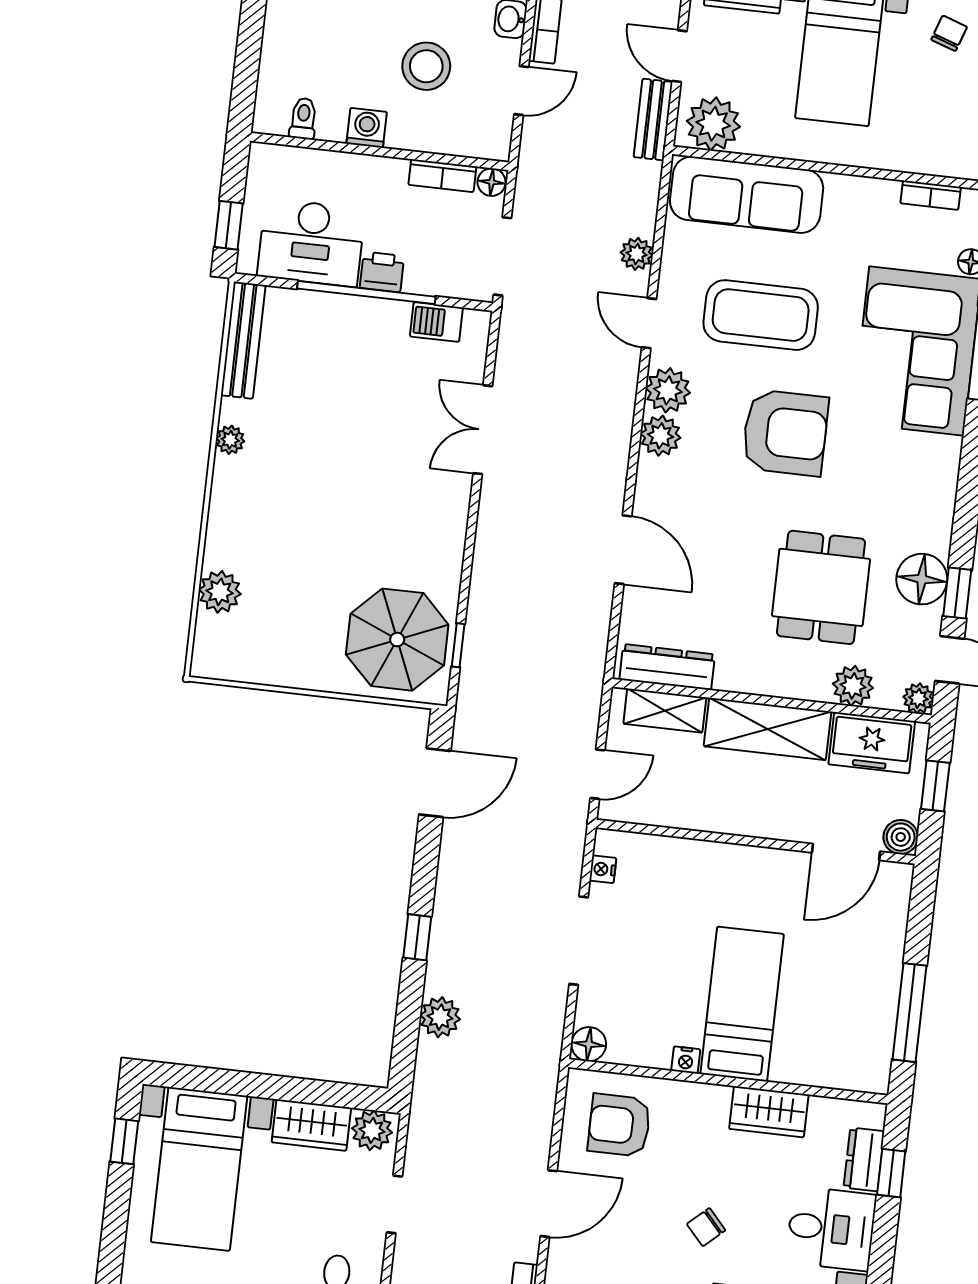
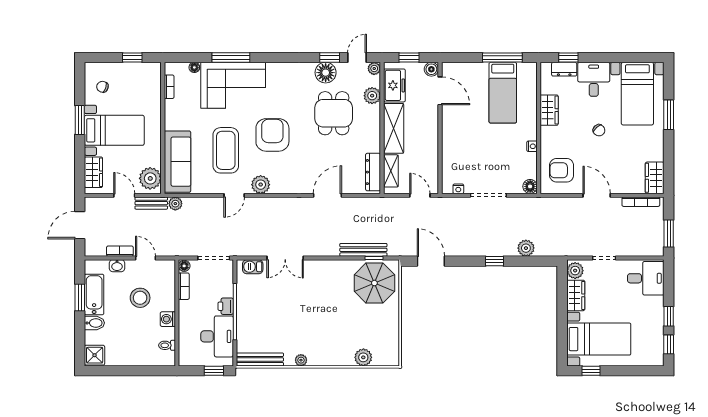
door: (679, 56) -> (124, 195), swing flipped
plant: (637, 254) -> (175, 204), moved
barbecue: (436, 322) -> (253, 267), moved, turned 90
plant: (660, 436) -> (279, 185), removed
dining table: (821, 587) -> (334, 113), turned 90
bench: (481, 622) -> (363, 250), added
bed: (742, 1004) -> (503, 93), moved, turned -90
armchair: (619, 1125) -> (562, 170), turned 90

